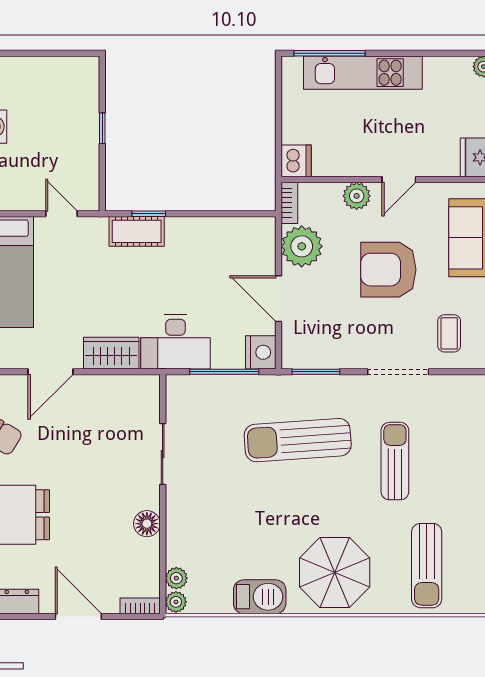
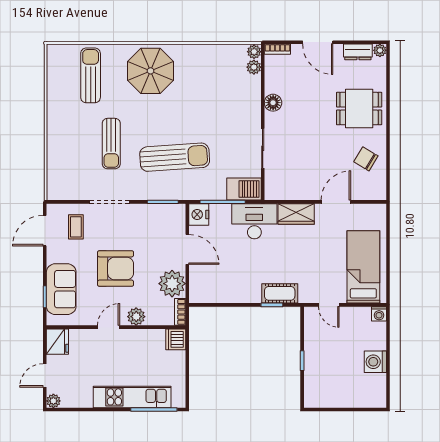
barbecue: (260, 597) -> (244, 189), moved, turned 180

